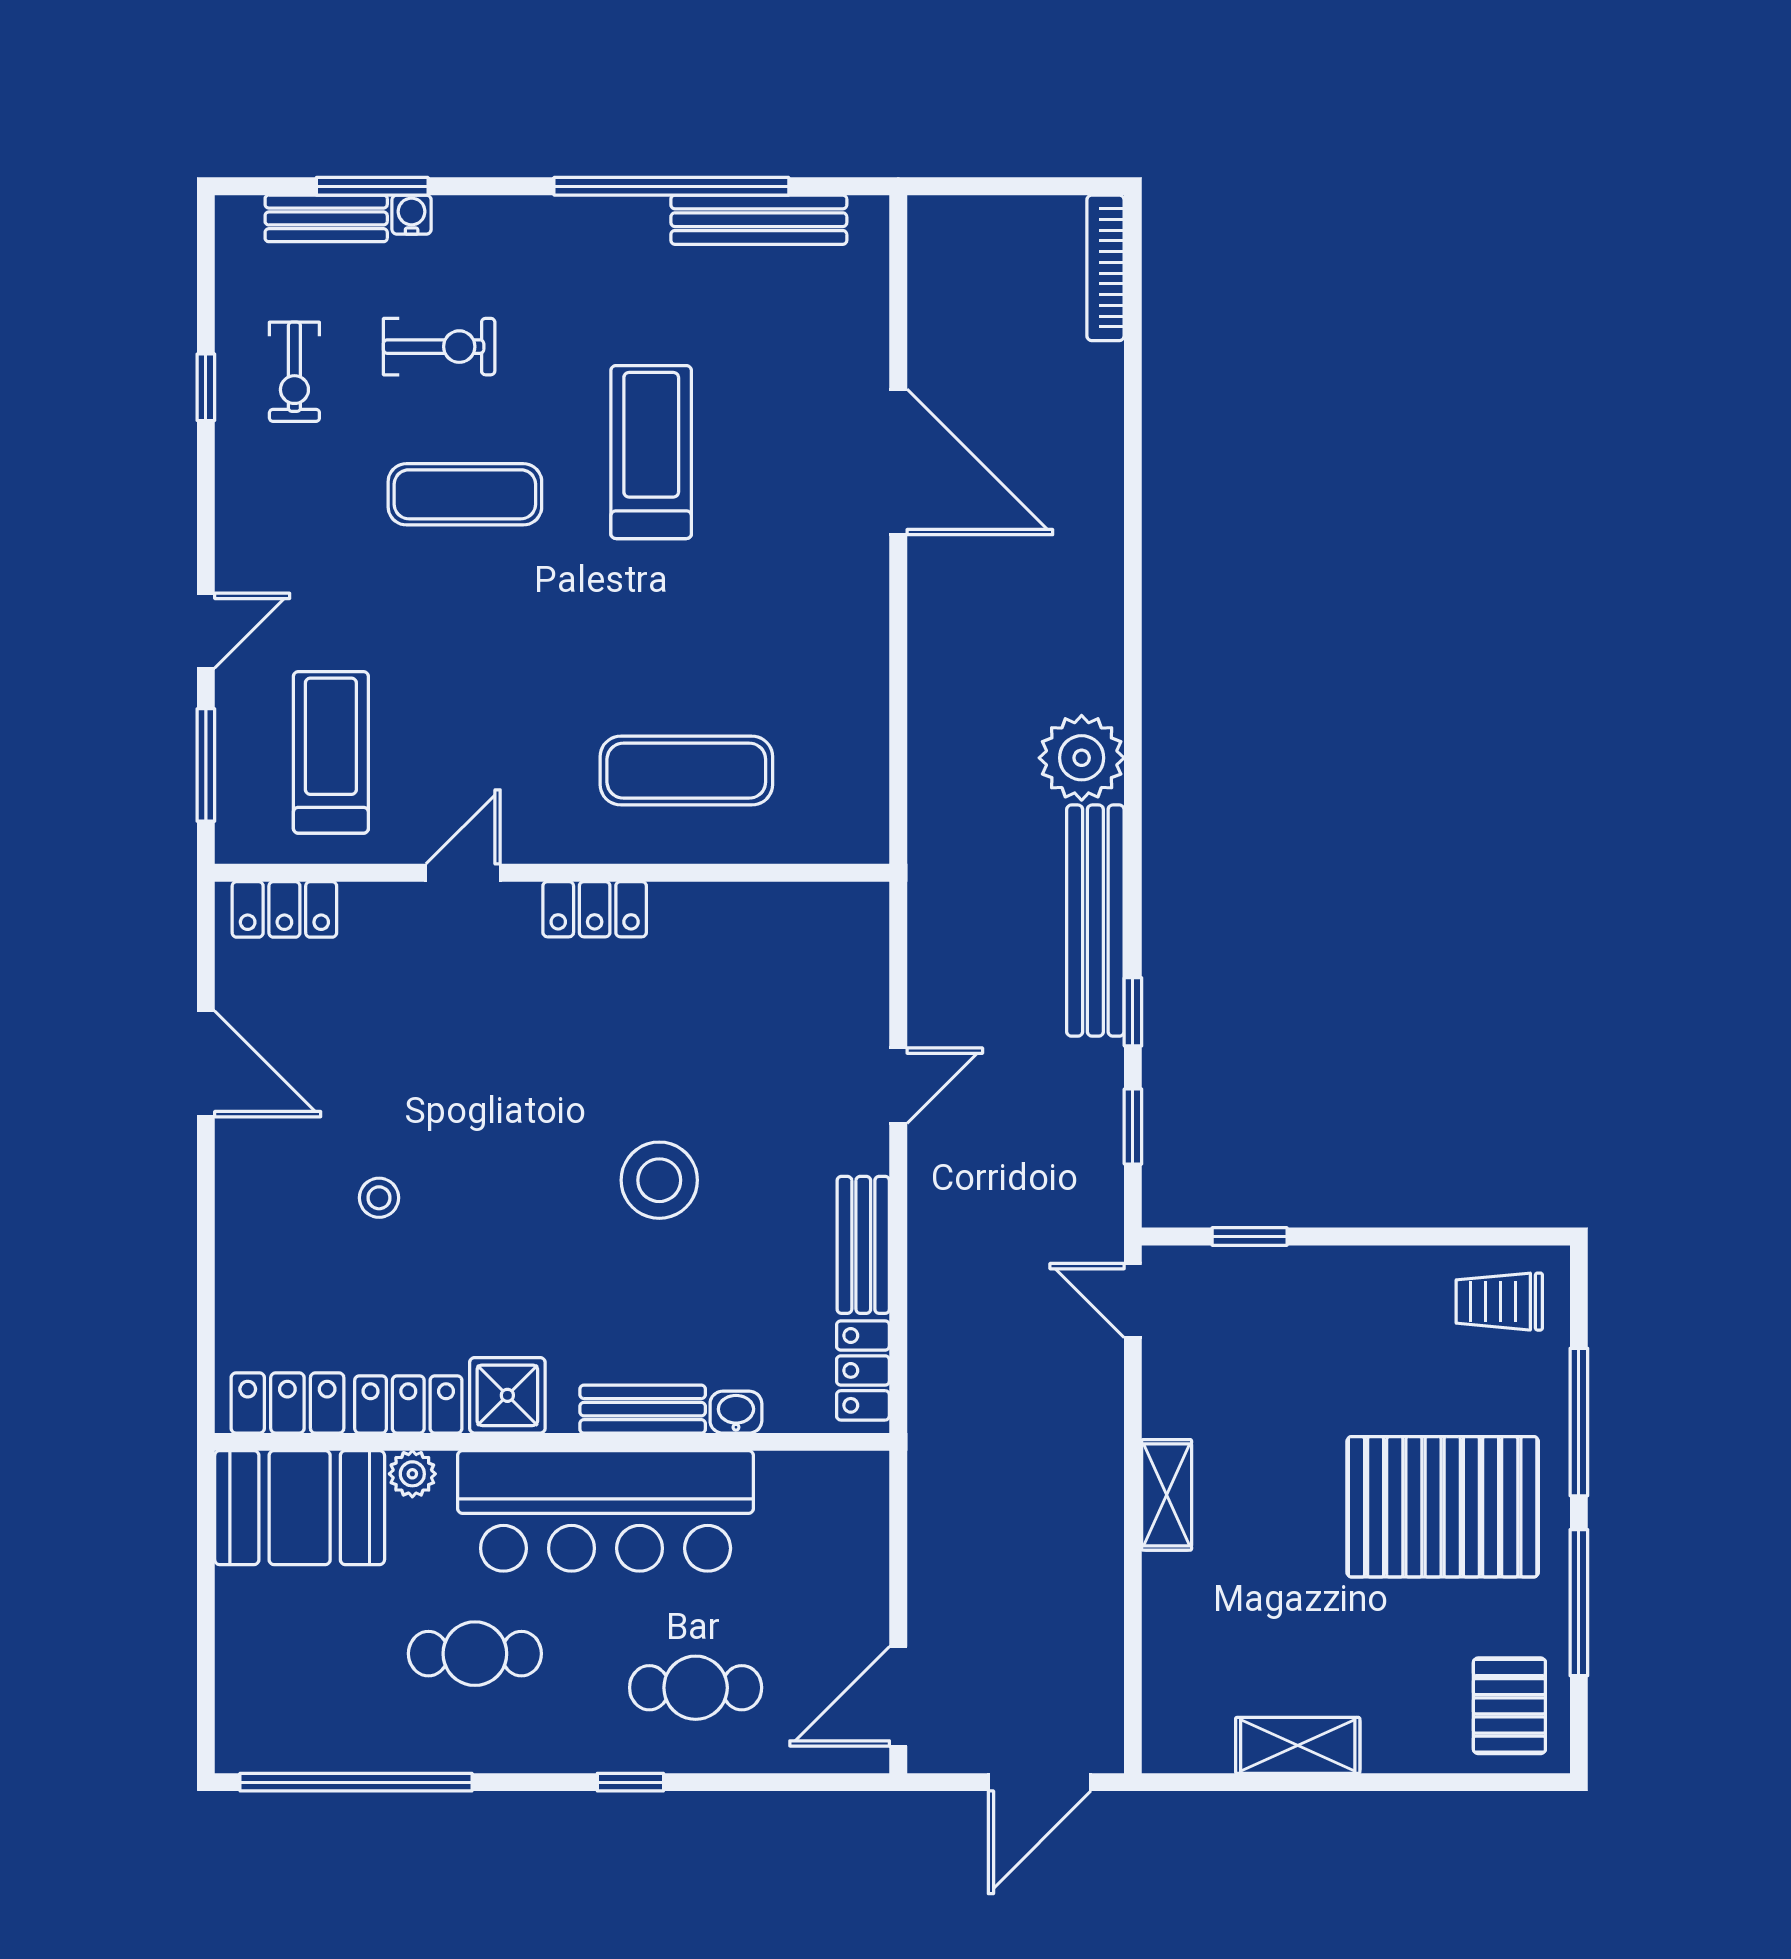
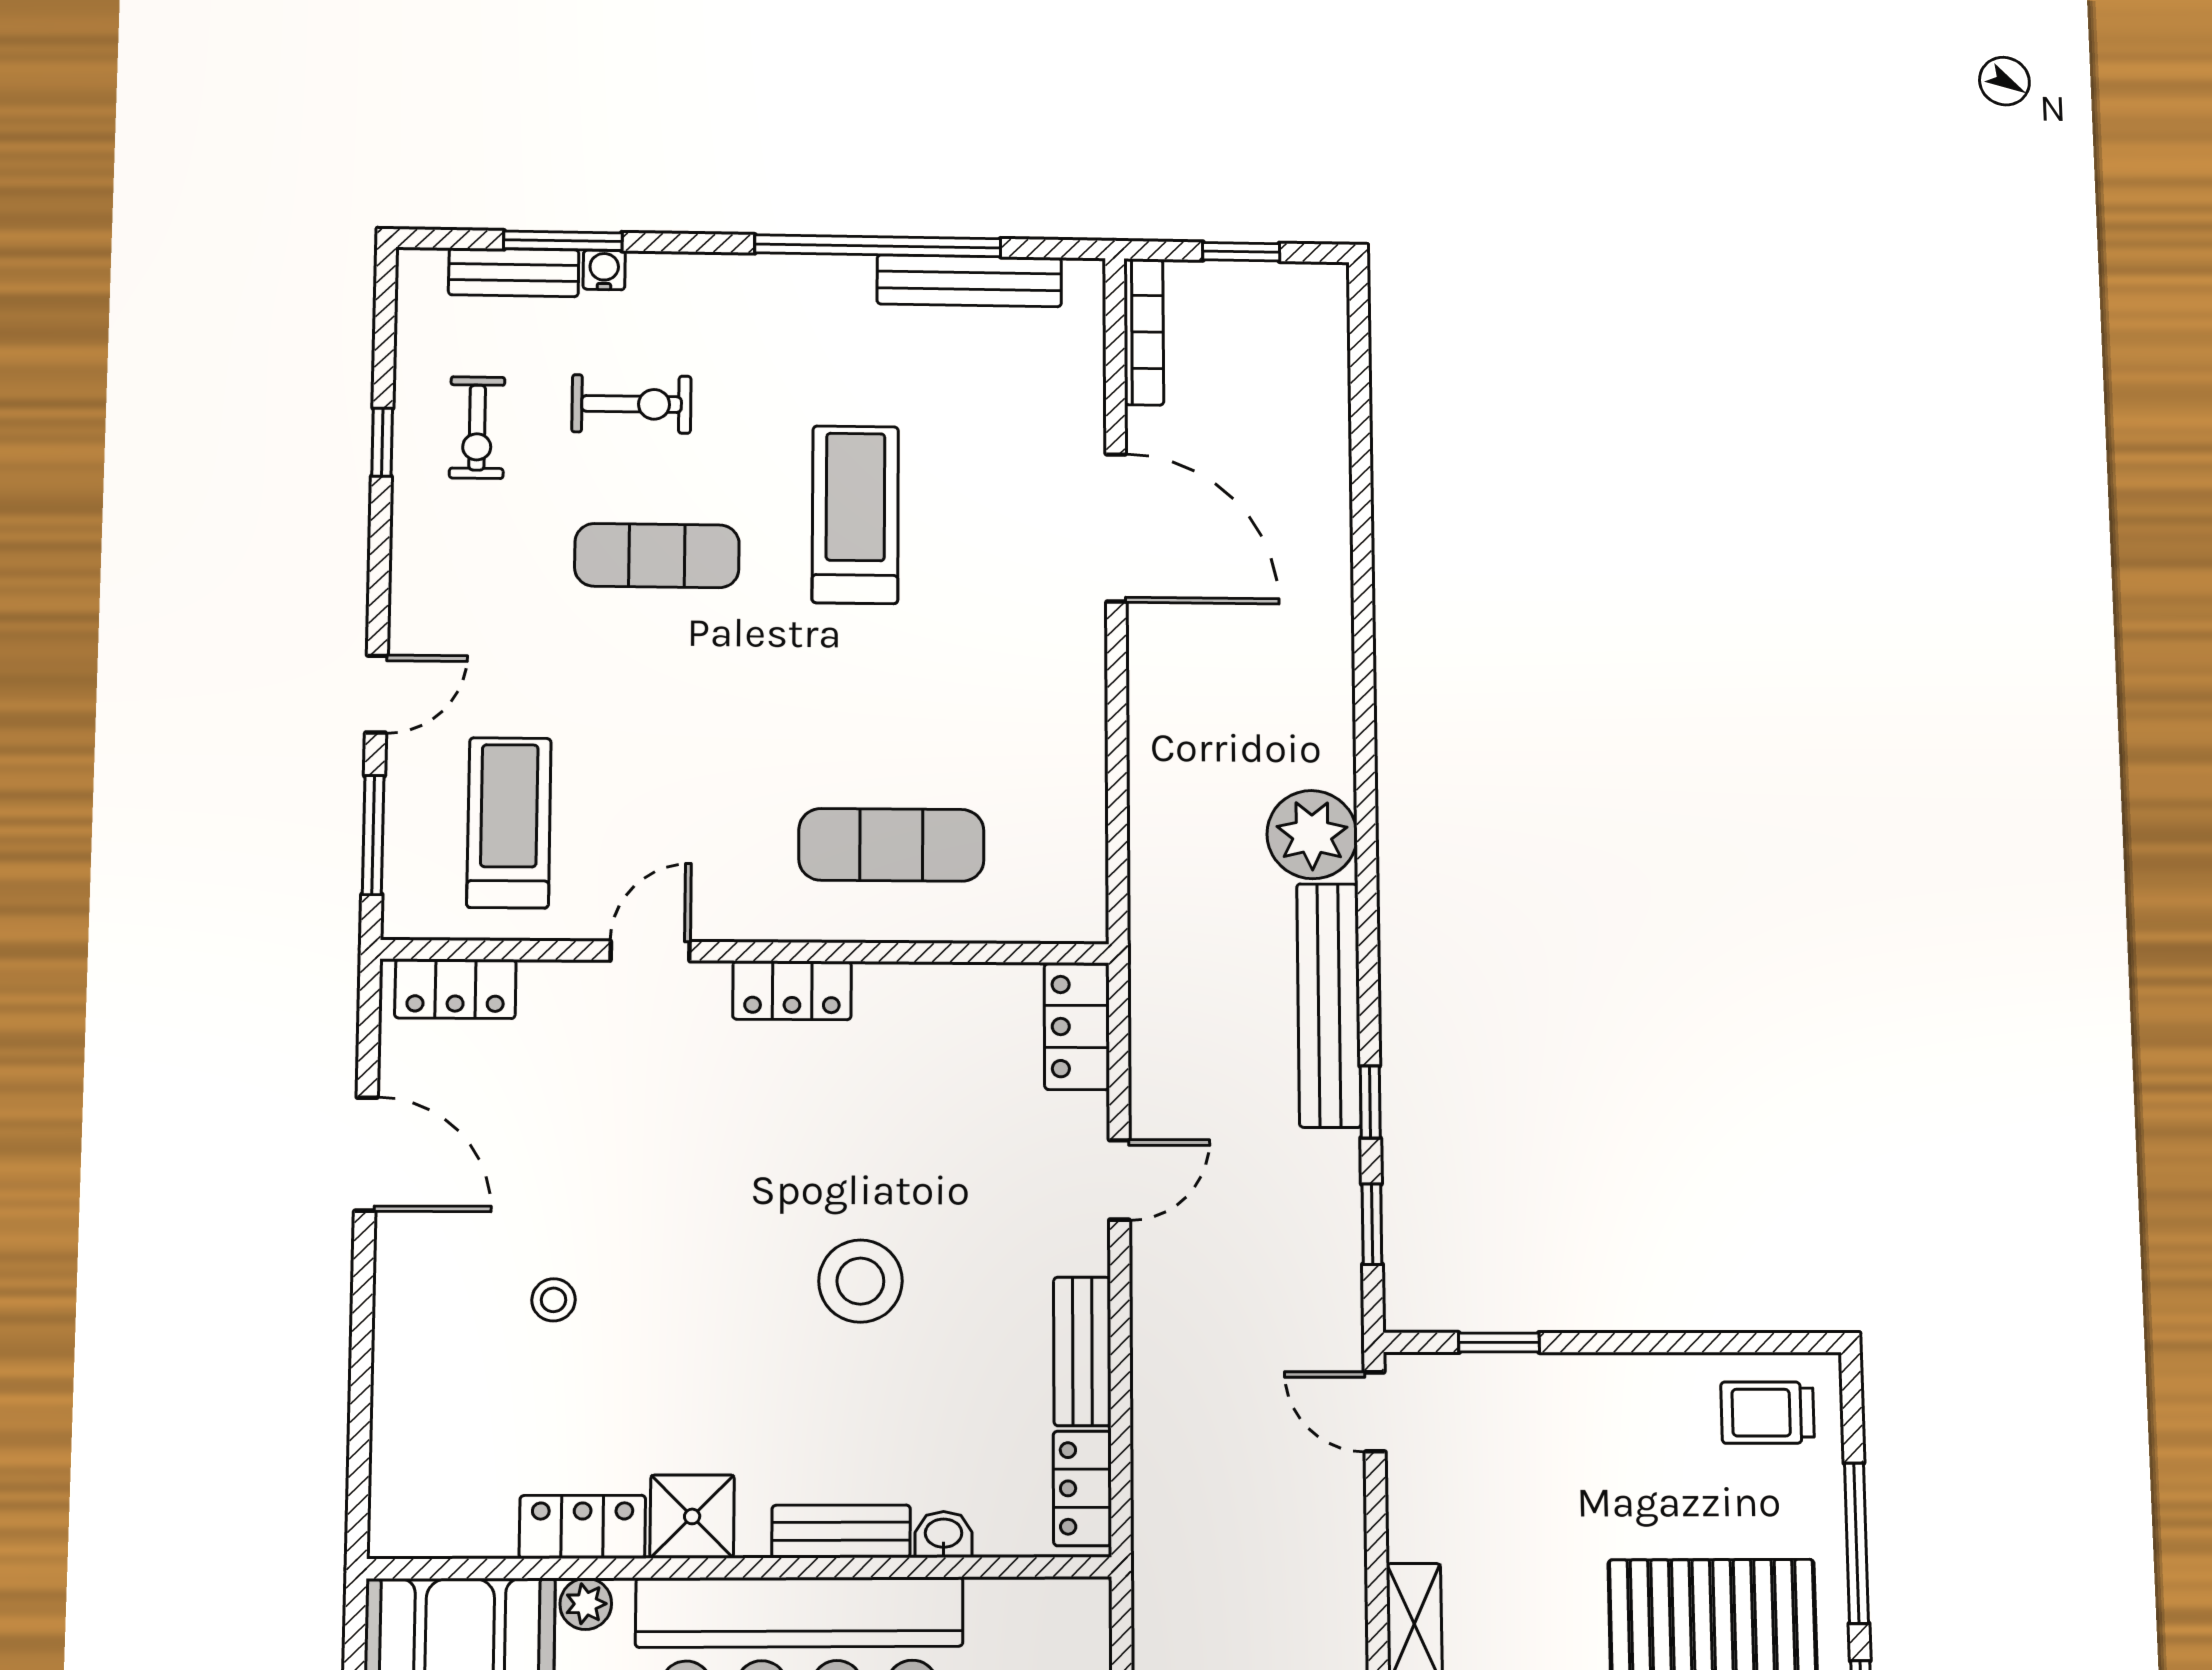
window: (1020, 186) -> (1241, 252), added
bookcase: (1105, 268) -> (1144, 332), moved, turned 180
locker: (287, 1403) -> (1077, 1027), moved, turned -90

